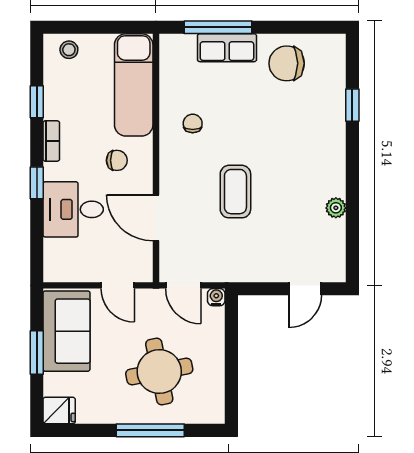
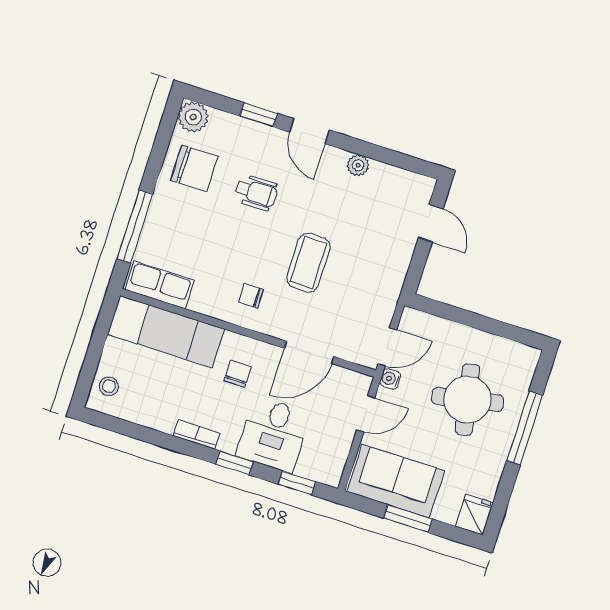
row of seats: (227, 48) -> (159, 285), moved, turned -90
plant: (332, 48) -> (193, 117), added
chair: (287, 63) -> (194, 168), turned -90
window: (37, 102) -> (297, 483), moved
chair: (193, 123) -> (251, 296), moved
wheelchair: (283, 125) -> (256, 193), added
door: (352, 155) -> (309, 131), added
coffee table: (235, 192) -> (308, 263), turned 90
water cooler: (216, 297) -> (390, 379), moved

